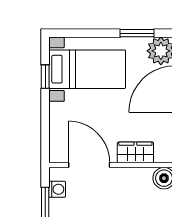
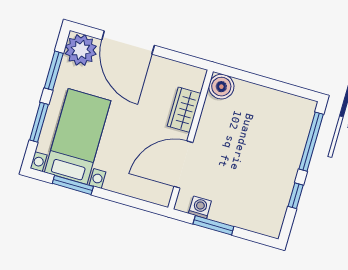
window: (90, 33) -> (39, 122), added
window: (45, 77) -> (73, 185), width x1.50

